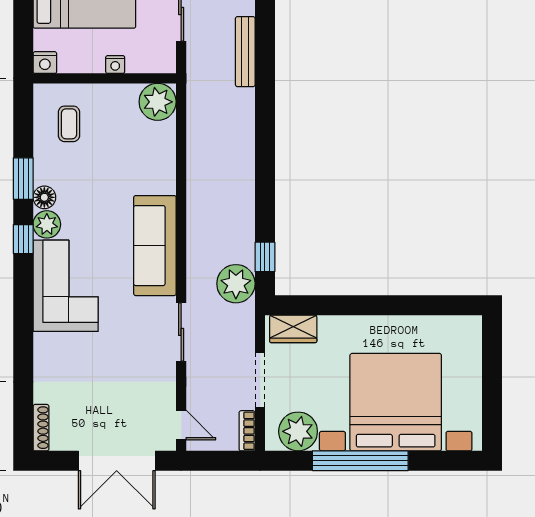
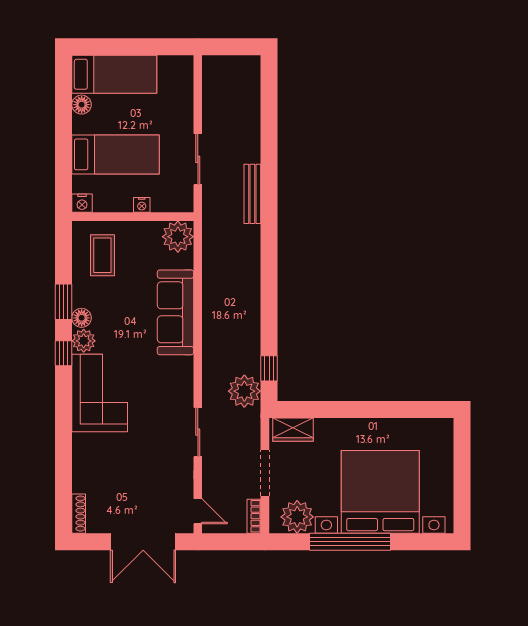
coffee table: (69, 124) -> (102, 255), width x1.36, depth x1.30
sofa: (155, 246) -> (176, 312), moved

